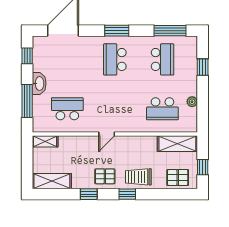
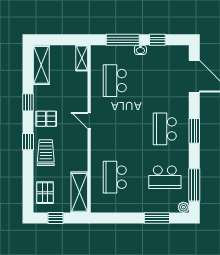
window: (27, 56) -> (157, 40), moved
school desk: (115, 59) -> (165, 129), turned -90
window: (203, 67) -> (157, 218), width x1.50
washbasin: (39, 83) -> (140, 50), width x0.52, depth x0.69
plant: (192, 102) -> (183, 207), moved
school desk: (67, 109) -> (115, 81), turned 180
pallet: (105, 176) -> (46, 119), turned 90

